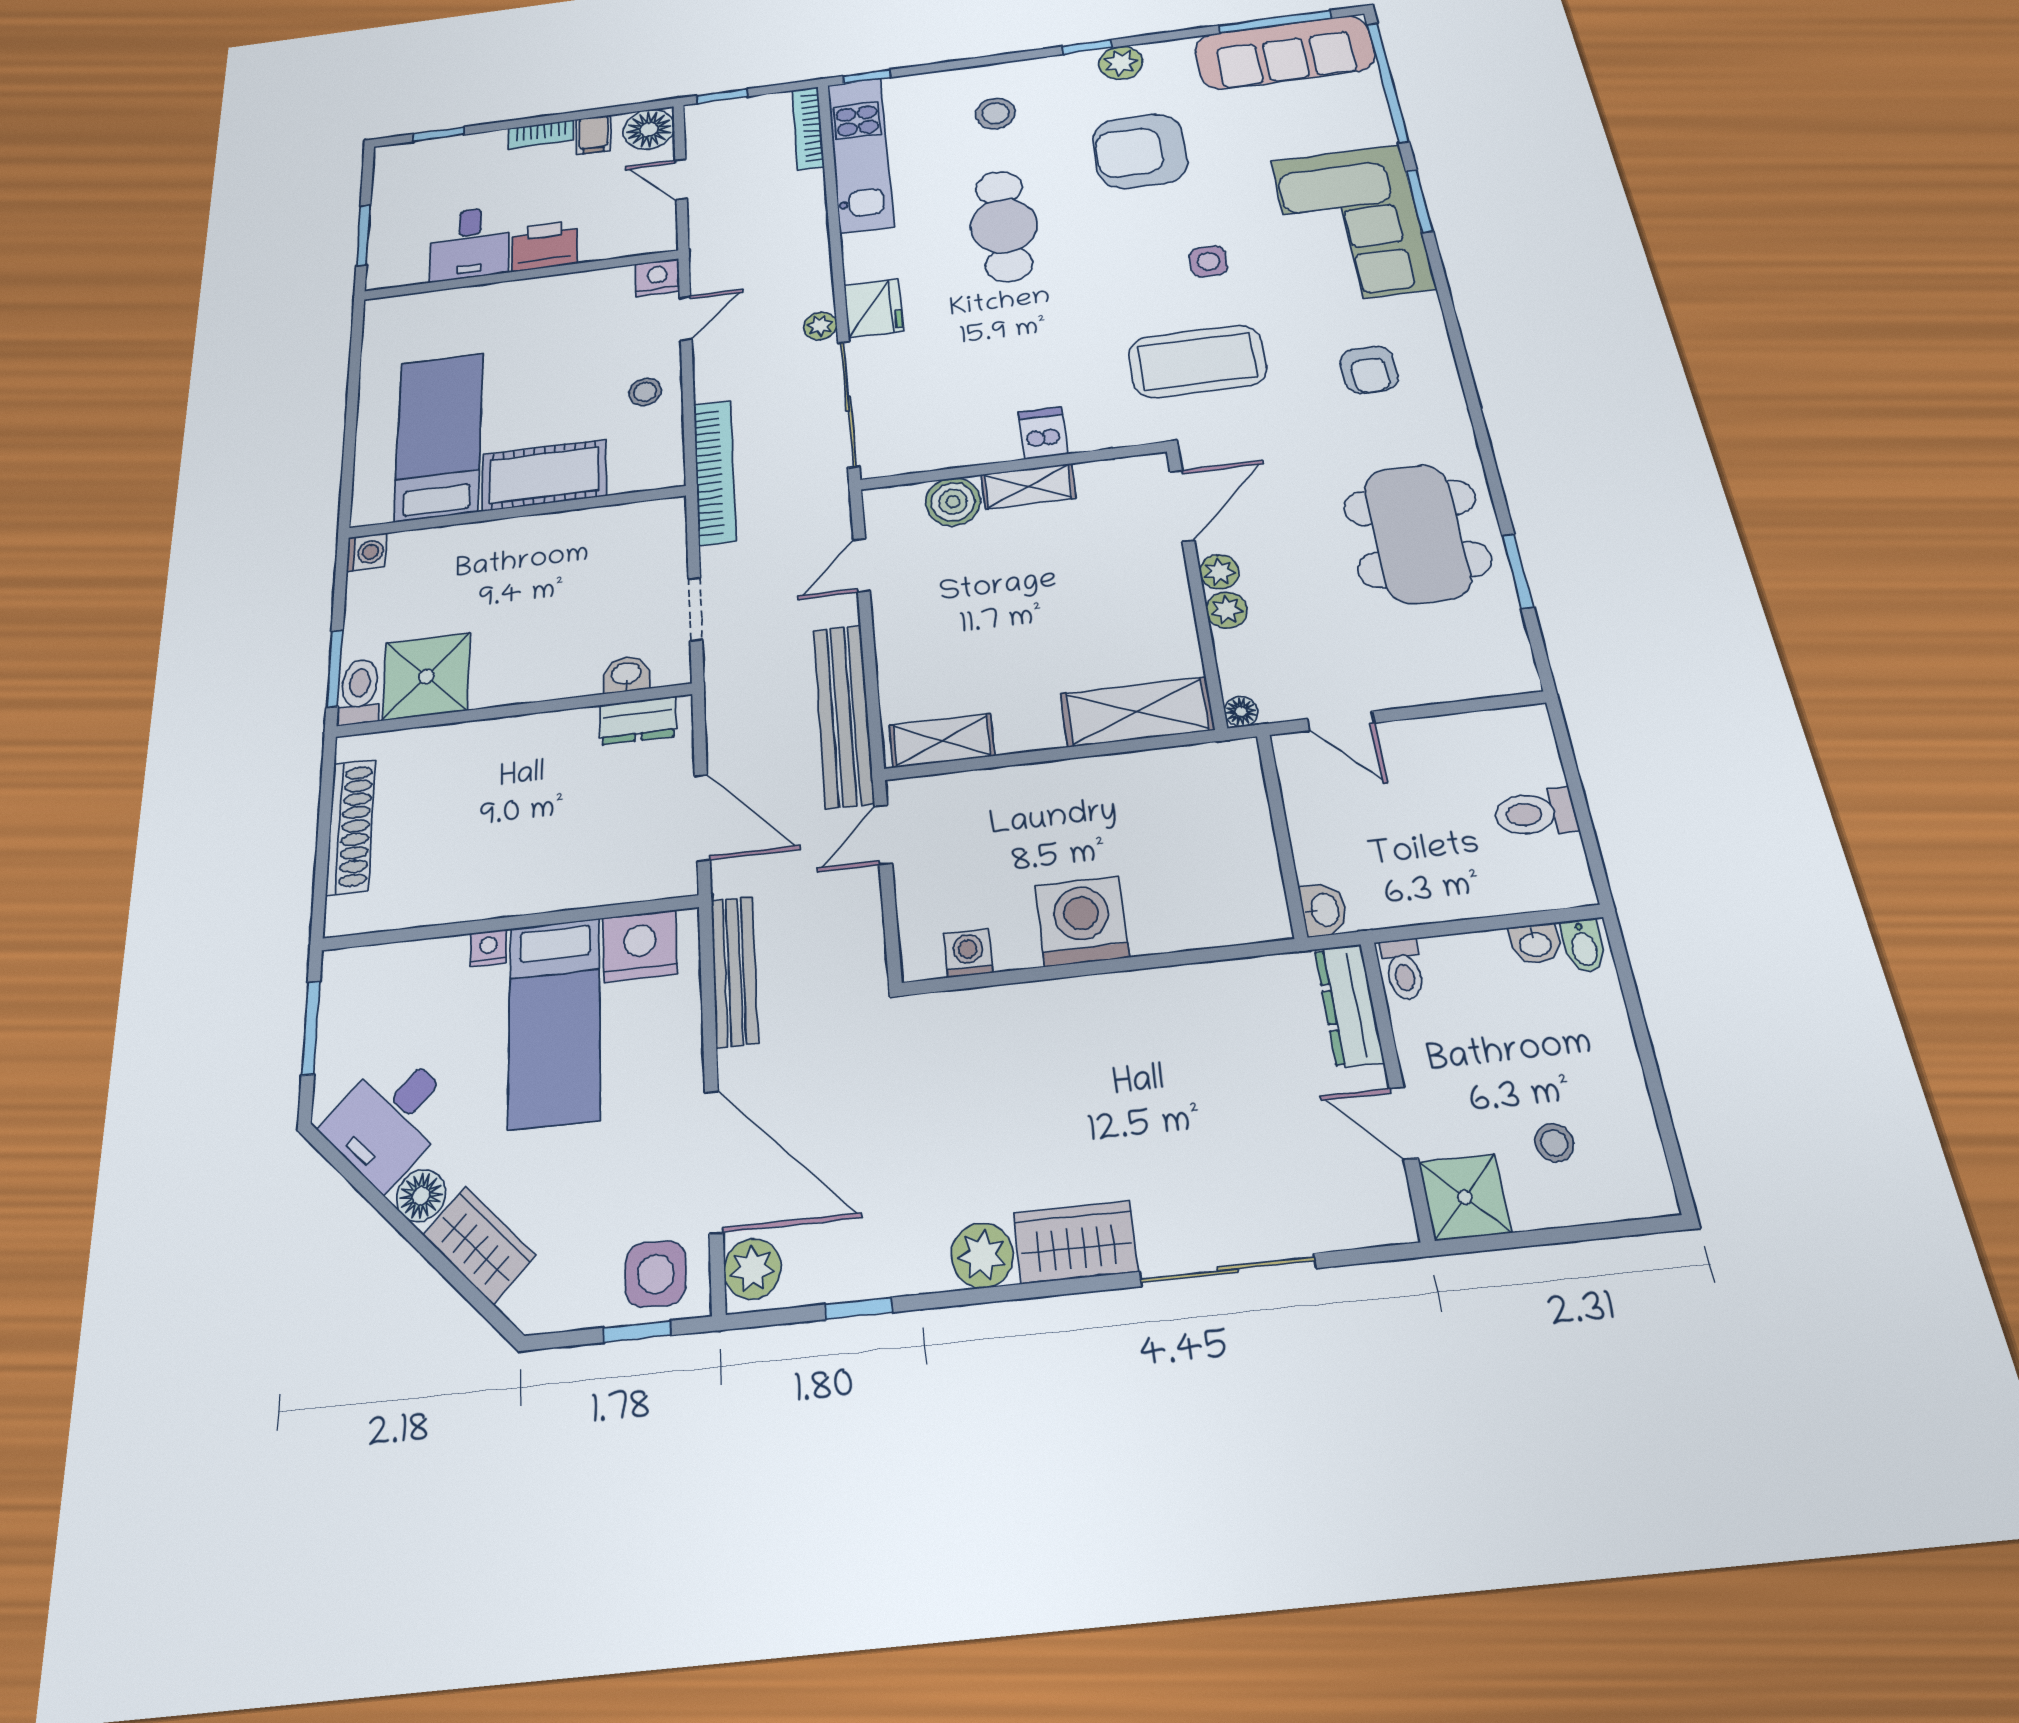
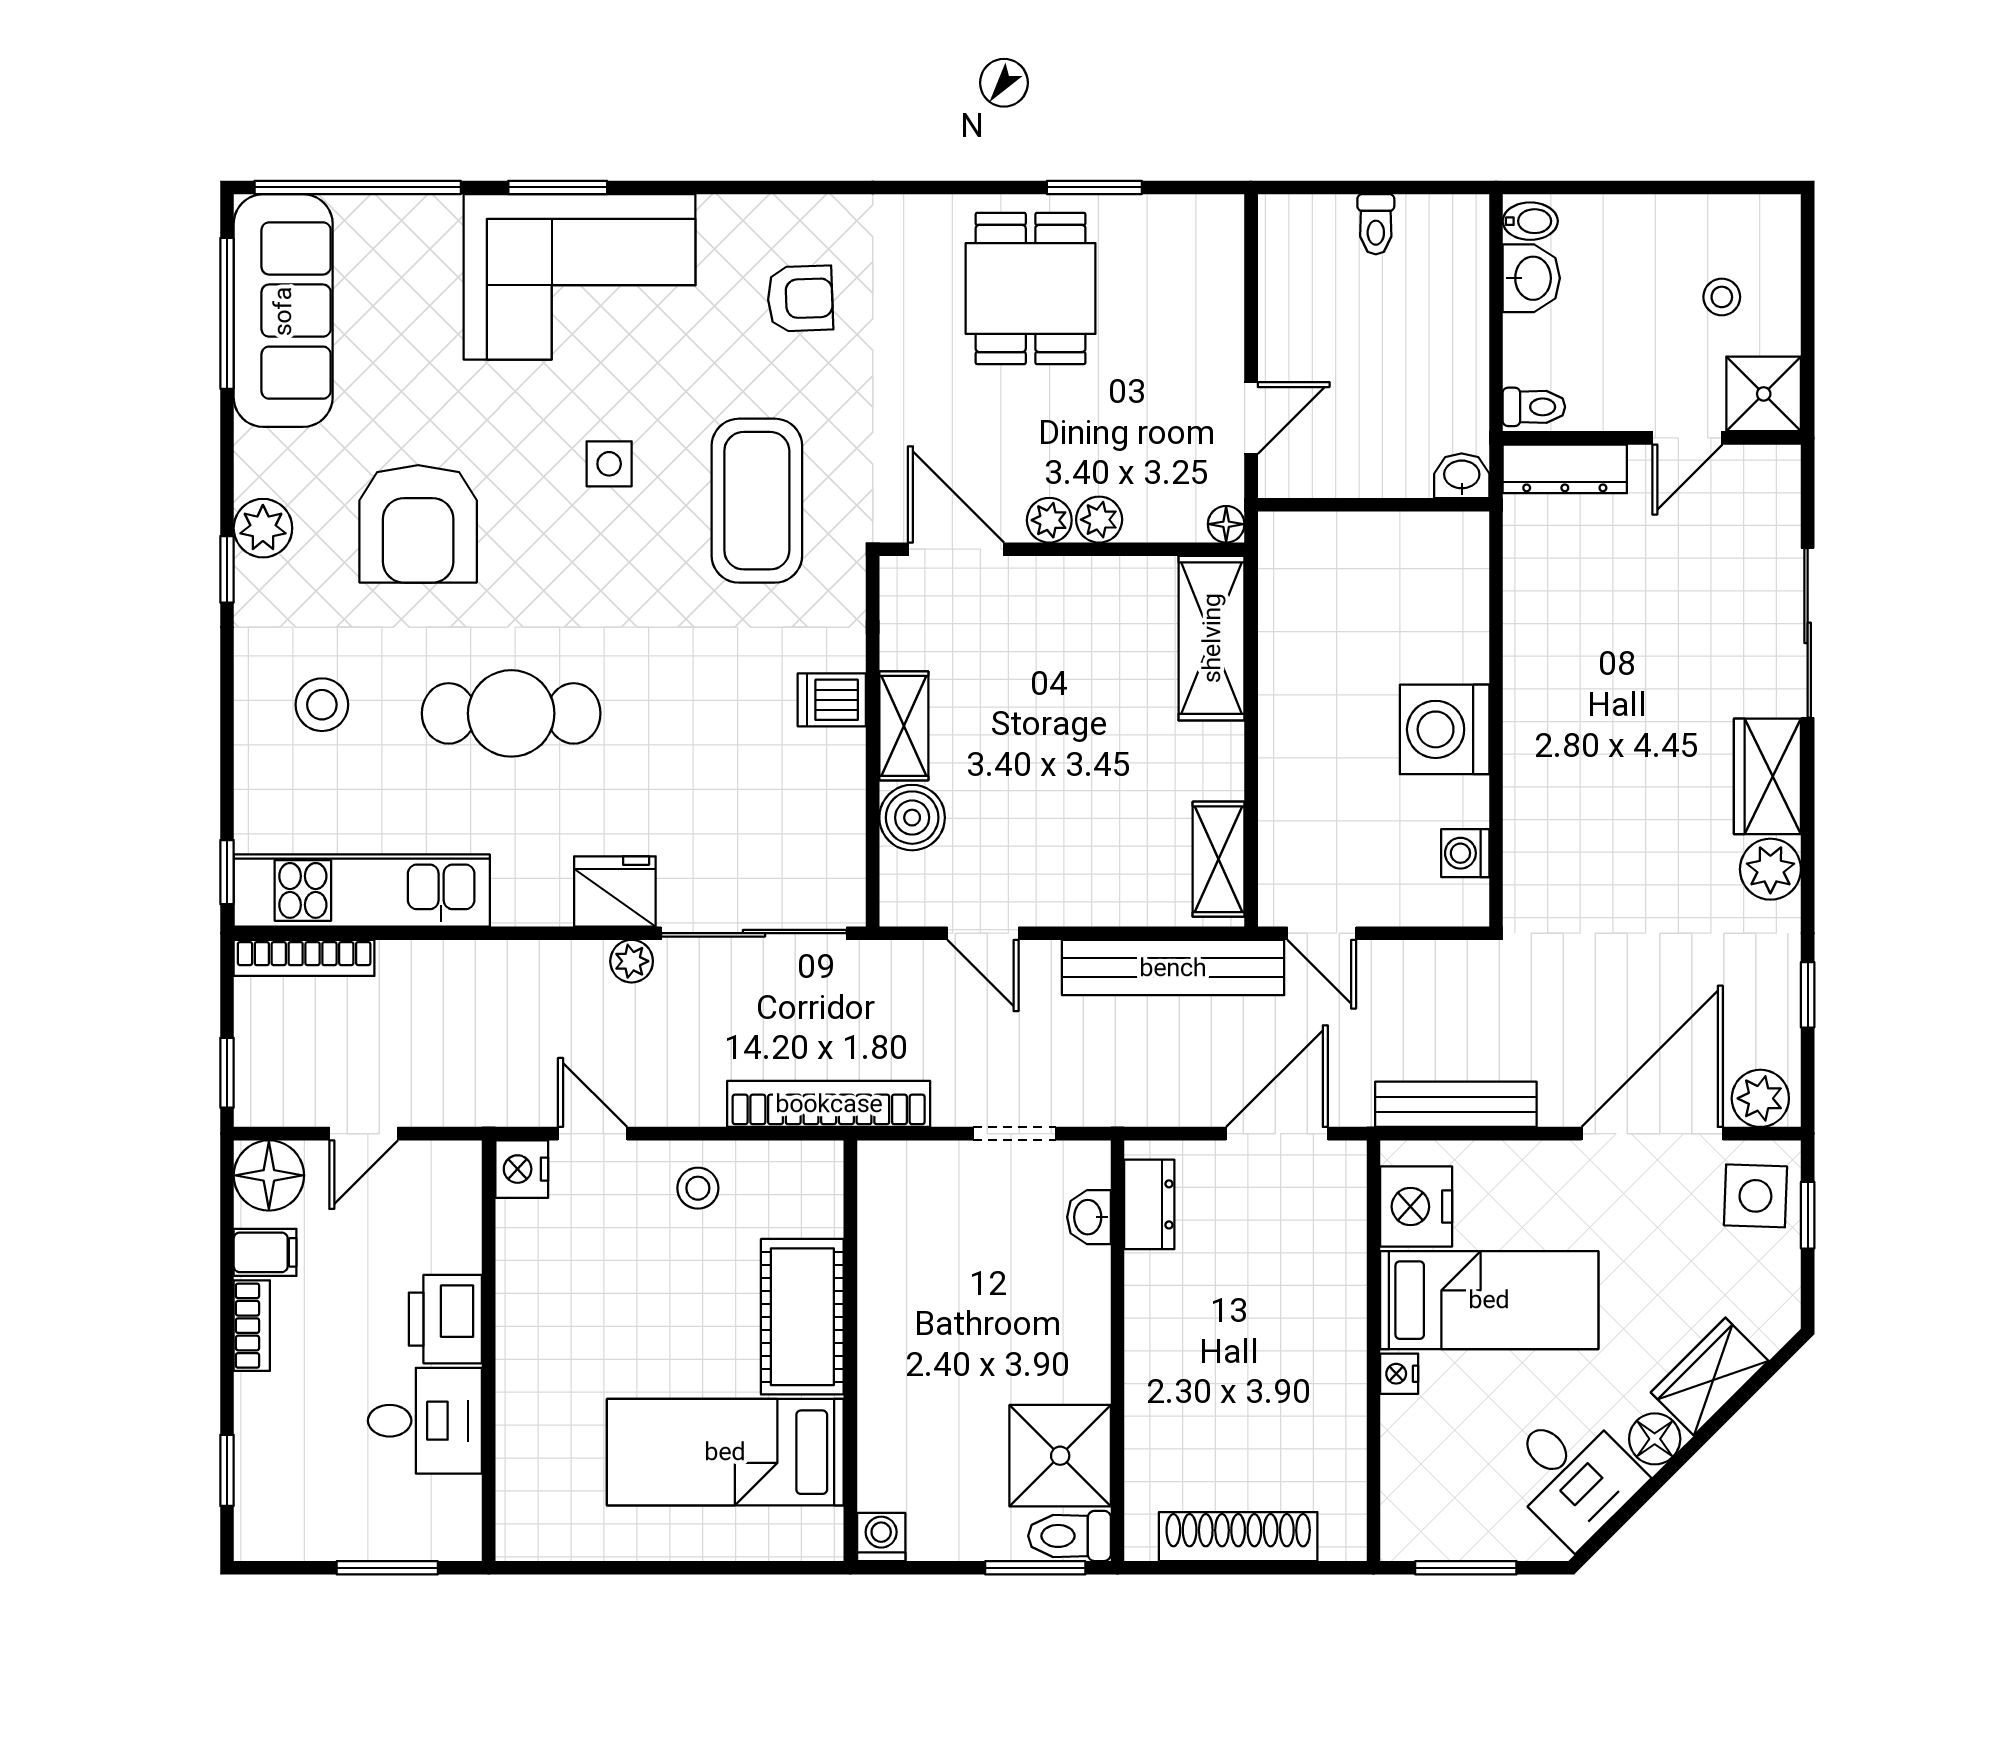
dining table: (1417, 533) -> (1031, 288), width x0.73
toilet: (1535, 813) -> (1376, 224), width x0.73, depth x0.72
washbasin: (1535, 944) -> (1531, 278), width x1.38, depth x1.45

